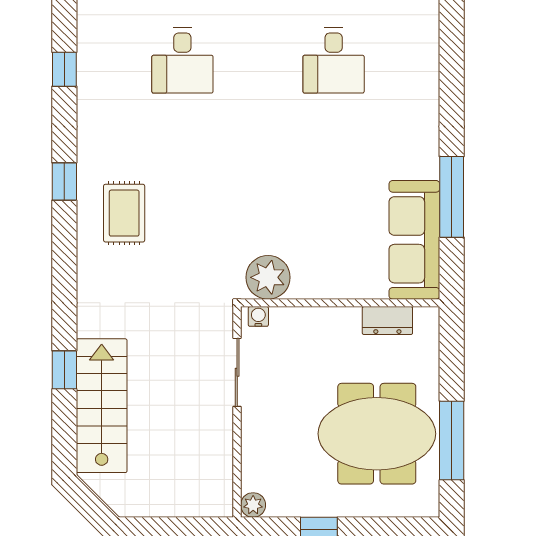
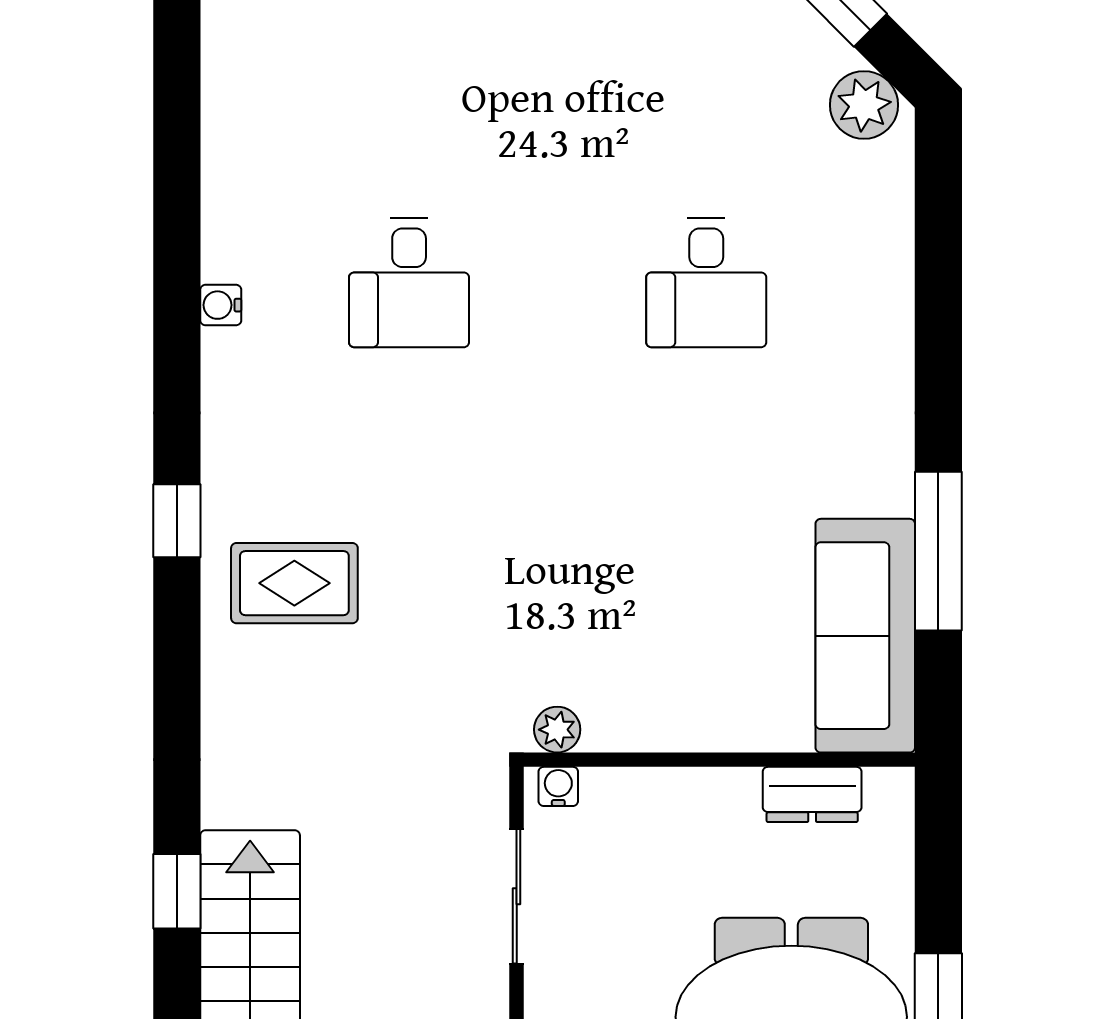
window: (64, 69) -> (177, 300), removed
water cooler: (87, 72) -> (221, 305), added
rug: (124, 213) -> (294, 583), turned 90
plant: (268, 277) -> (557, 730), width x0.53, depth x0.53

